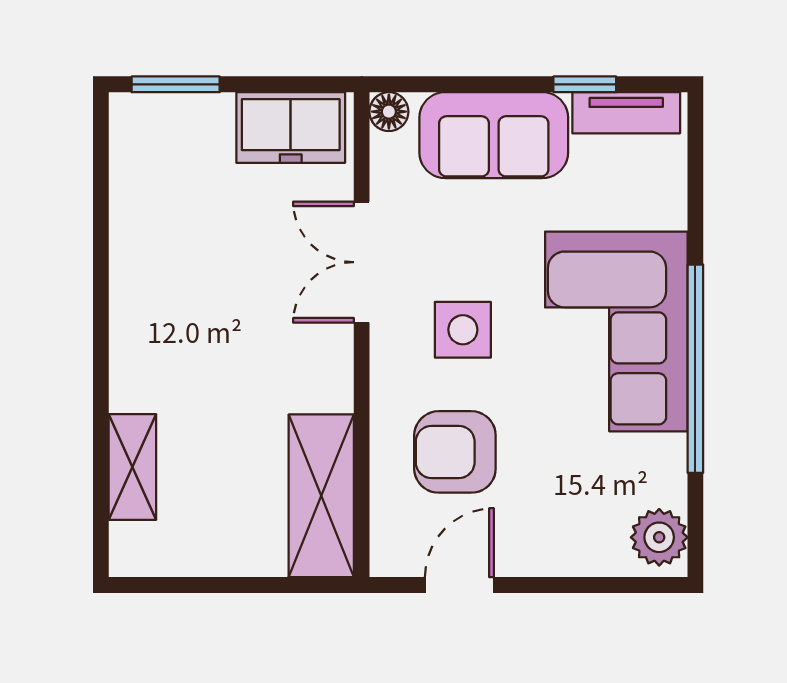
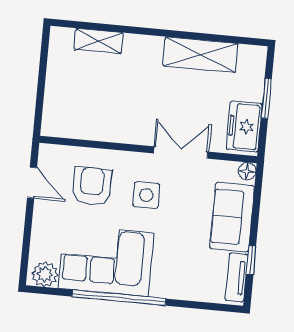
window: (176, 84) -> (266, 98), moved
corner sofa: (616, 331) -> (106, 261), moved
shelving: (321, 496) -> (200, 55), moved

